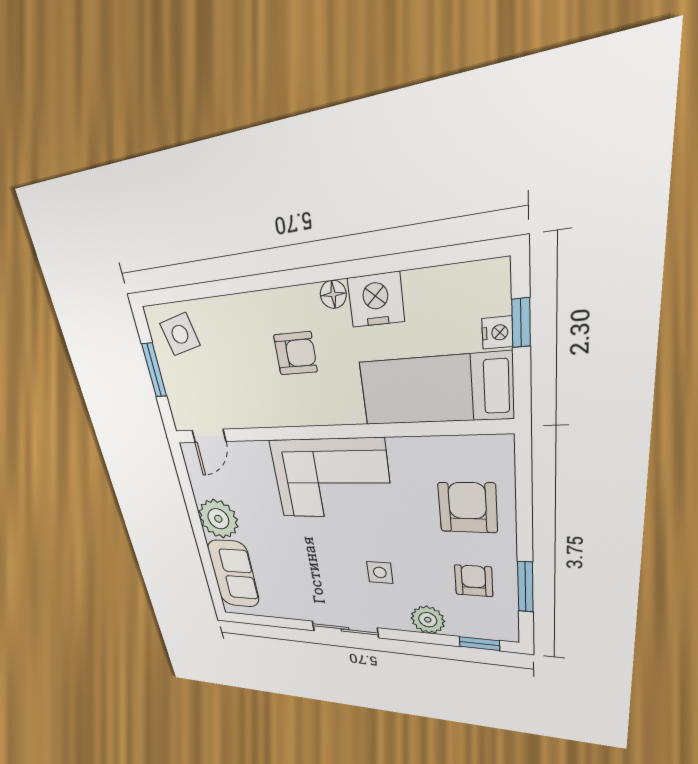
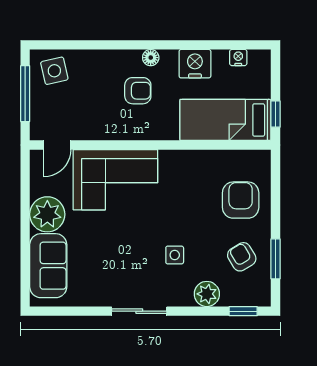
floor lamp: (333, 294) -> (151, 58), moved
window: (521, 323) -> (276, 114), moved
nightstand: (497, 333) -> (238, 57), moved, turned -90
window: (154, 370) -> (25, 94), width x1.44
corner sofa: (331, 479) -> (115, 180), moved
armchair: (474, 581) -> (242, 257), turned -31

